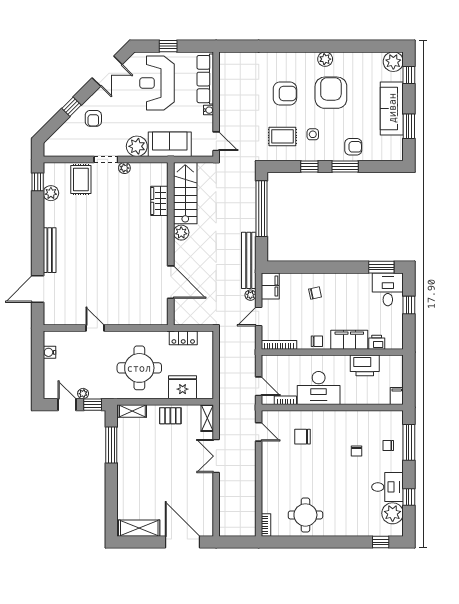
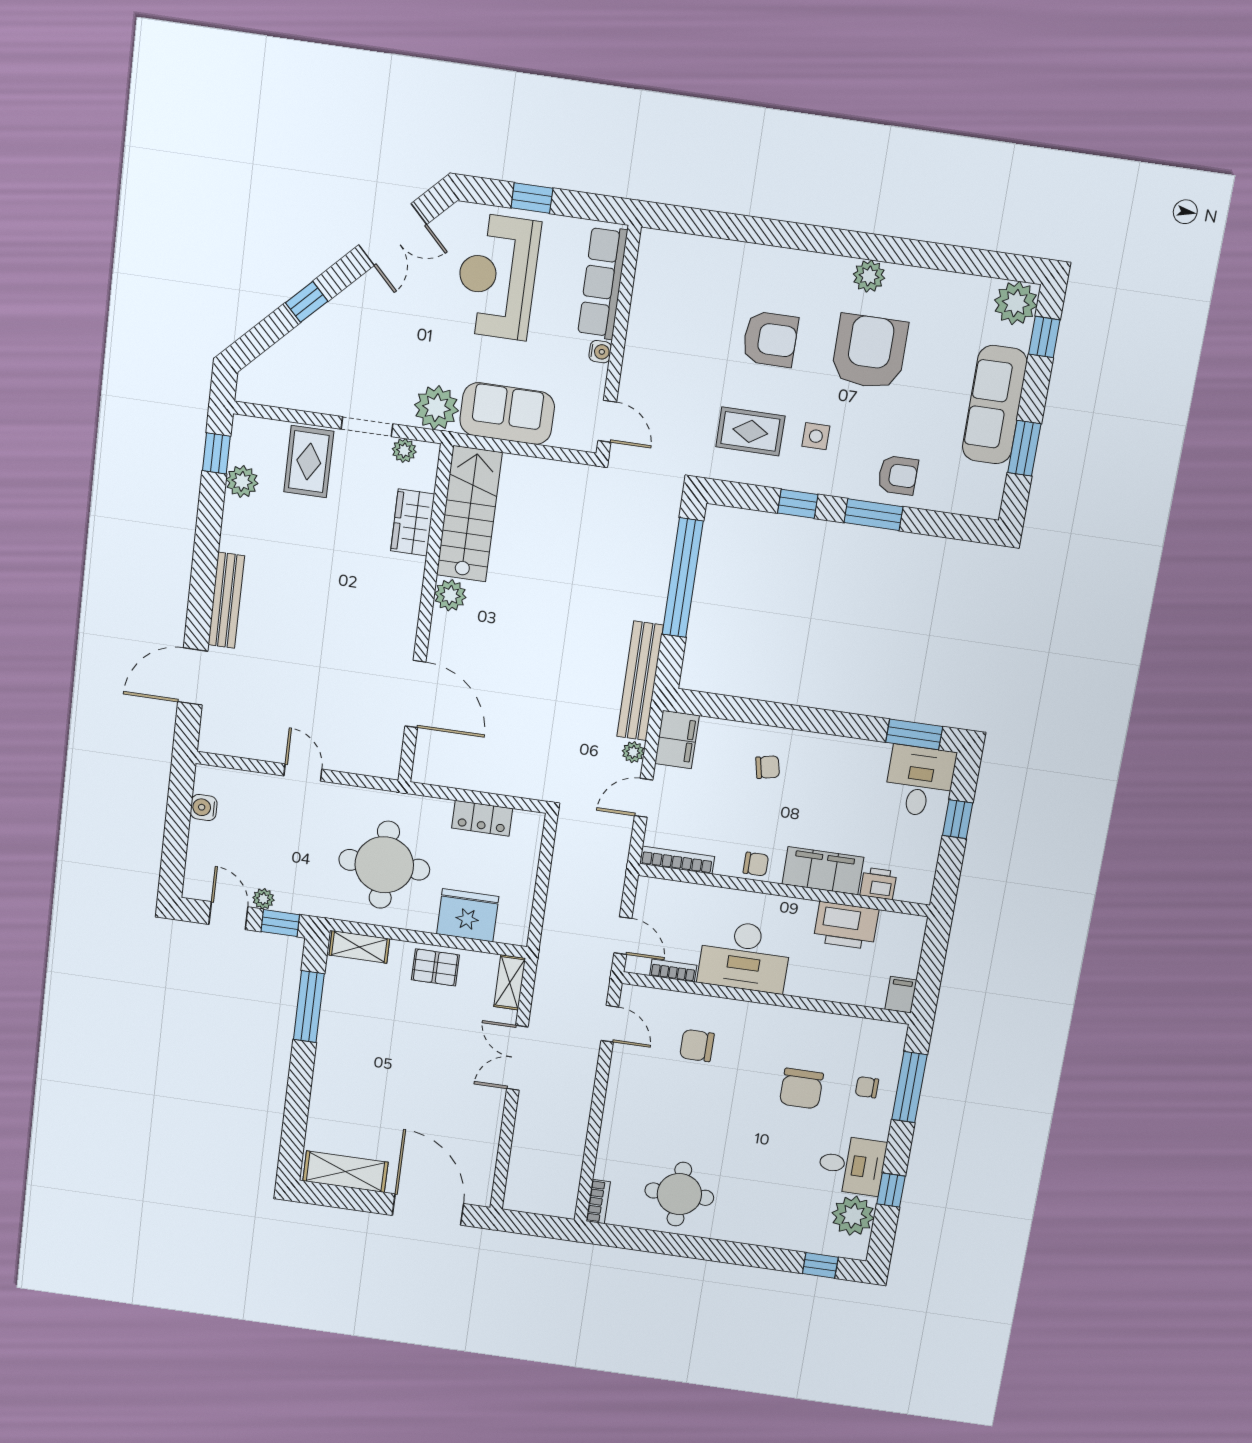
armchair: (93, 118) -> (351, 334), removed
stairs: (185, 193) -> (469, 514), moved
wardrobe: (159, 201) -> (413, 523), moved
plant: (181, 233) -> (450, 595), moved
wall: (171, 244) -> (425, 615), moved
door: (171, 282) -> (415, 694), moved
chair: (357, 451) -> (801, 1089), width x1.87, depth x1.87

